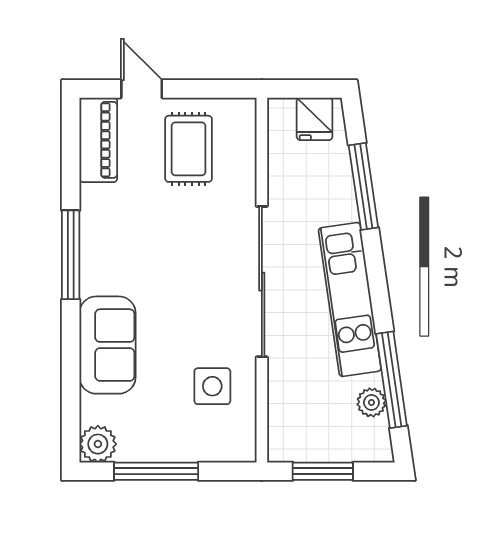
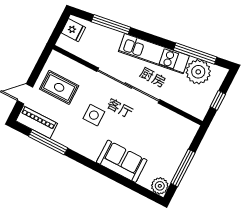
window: (71, 255) -> (48, 142), moved
side table: (212, 386) -> (94, 115), moved
plant: (371, 402) -> (198, 72), width x1.88, depth x1.88
window: (323, 471) -> (218, 100), width x0.67

